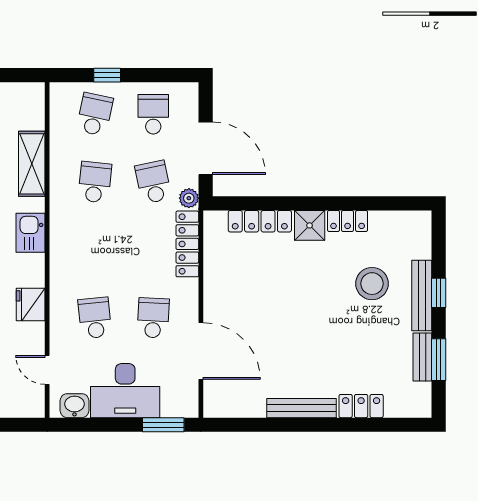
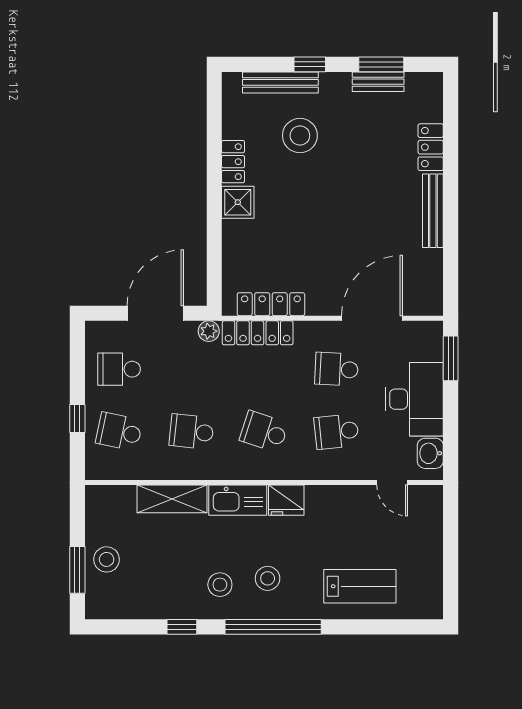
school desk: (153, 182) -> (264, 432), moved, turned 30
locker: (260, 221) -> (271, 304), moved, turned -90
kitchen sink: (31, 233) -> (238, 500), width x1.38
bench: (422, 295) -> (280, 82), moved
fridge: (31, 305) -> (286, 500), moved
door: (47, 370) -> (392, 483), hinge flipped

